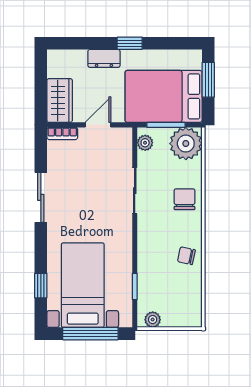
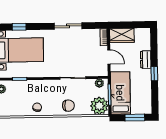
bed: (164, 96) -> (120, 93), width x0.67

